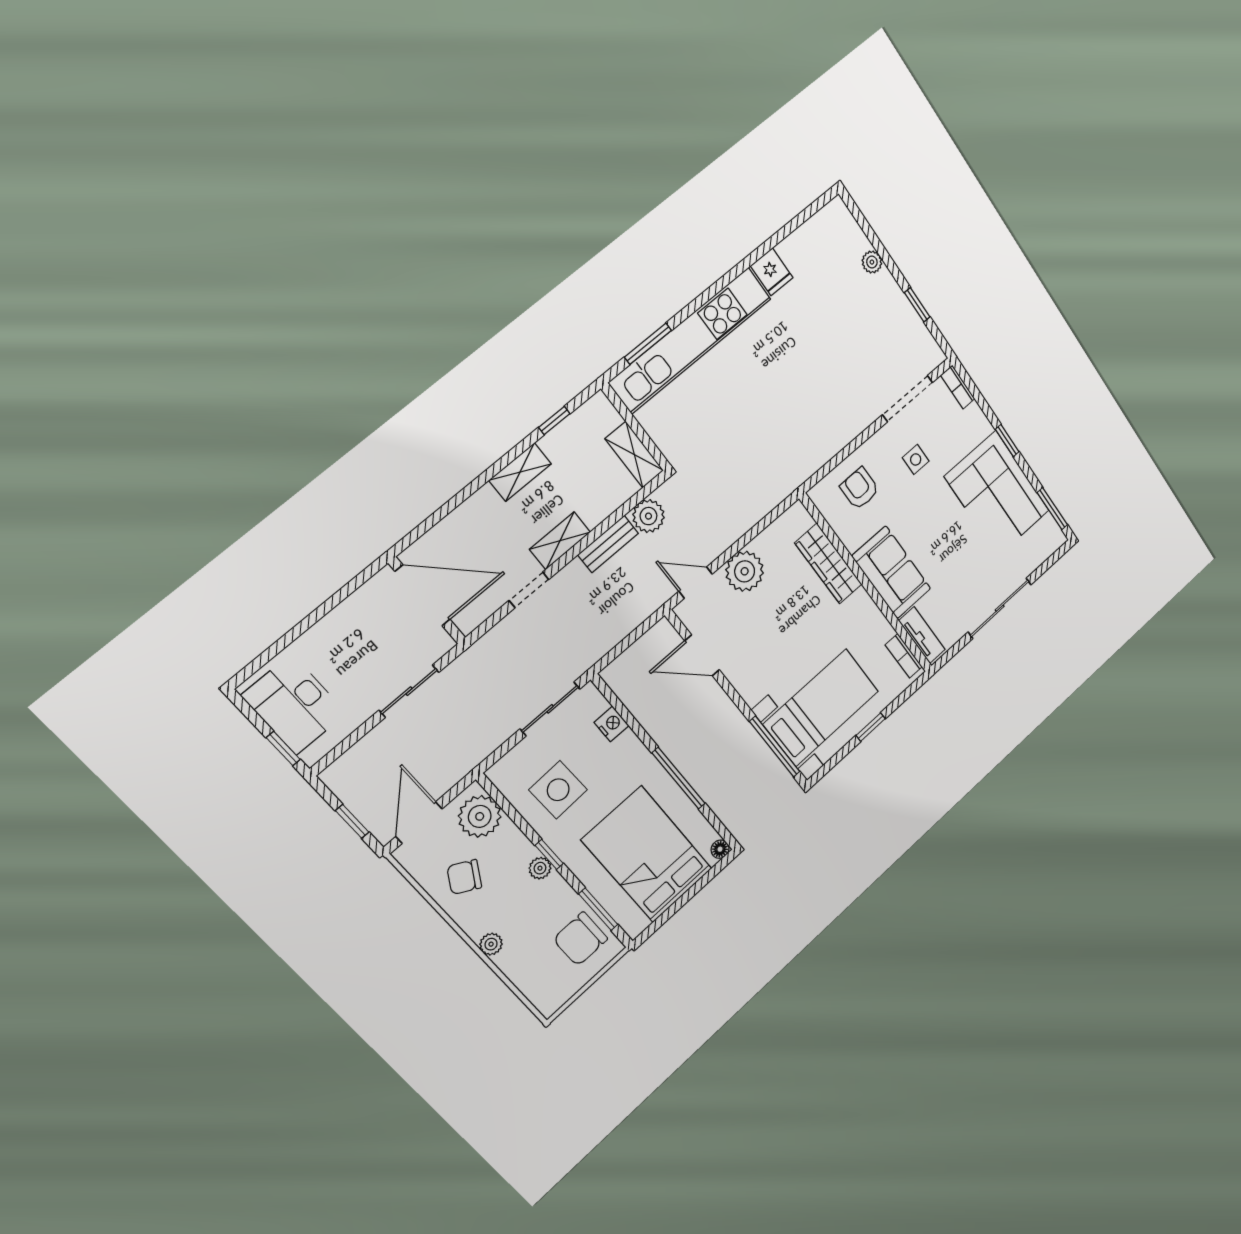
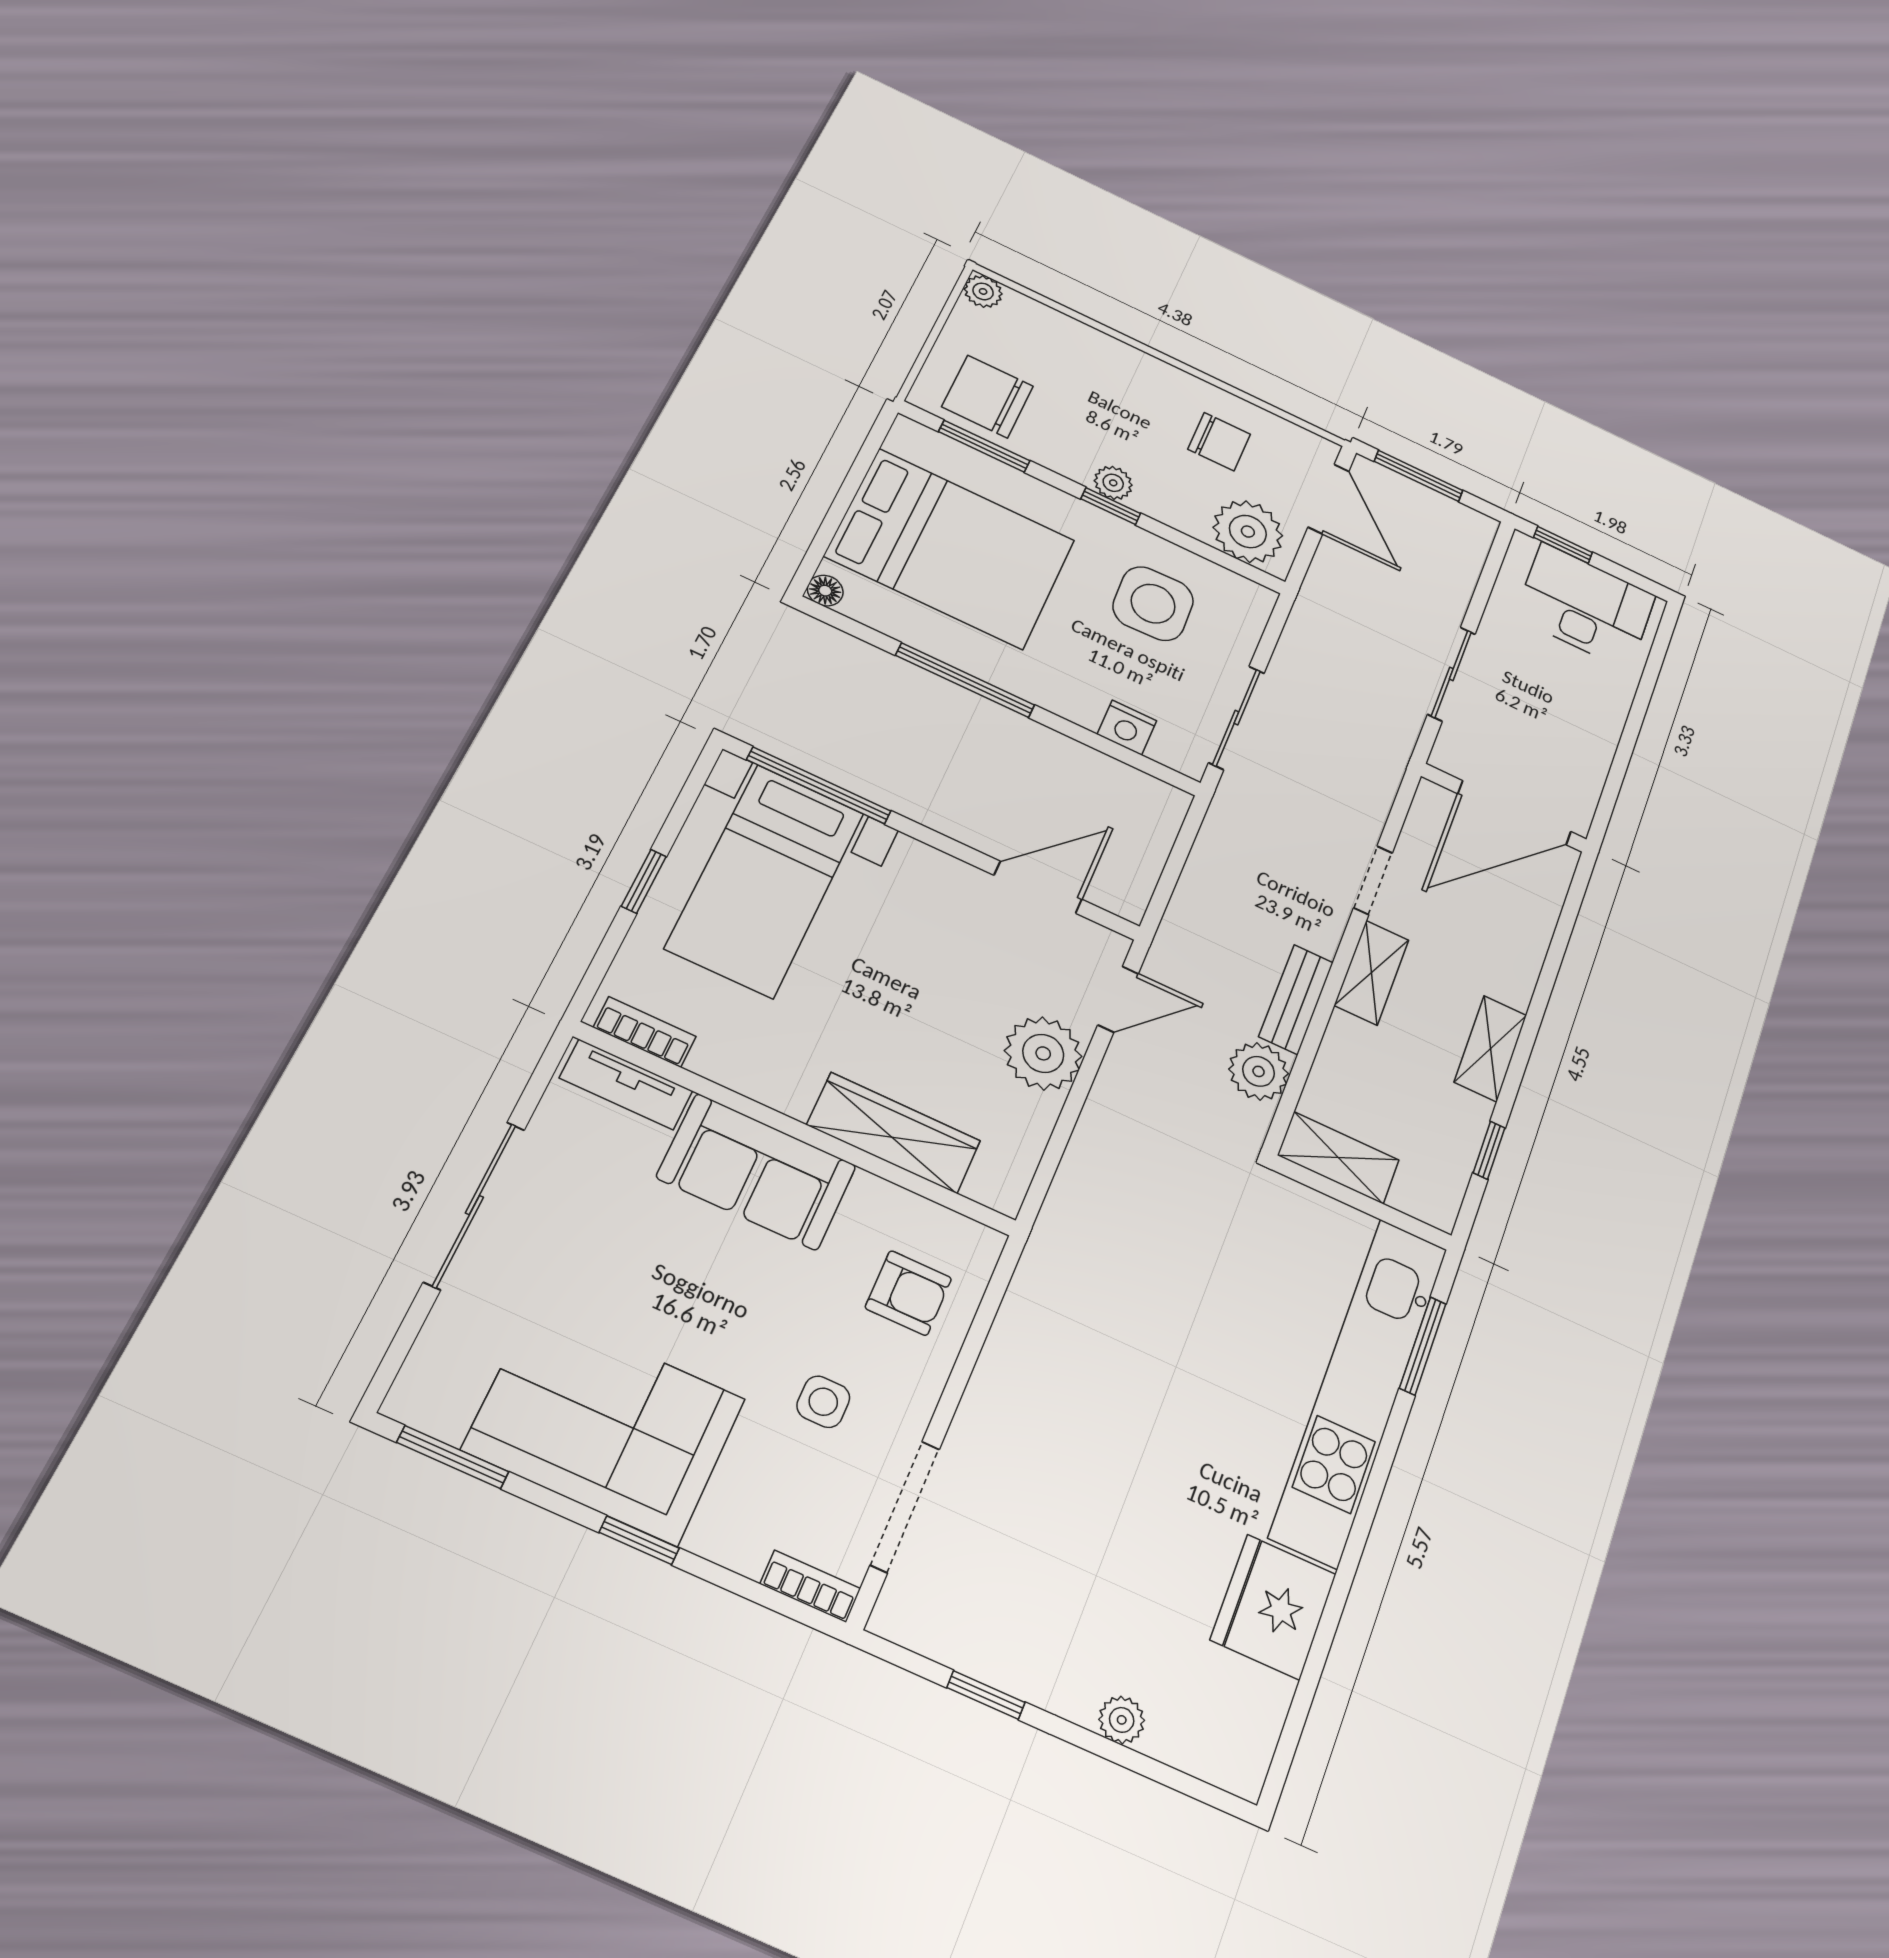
fridge: (772, 272) -> (1274, 1607), width x1.88, depth x1.34
window: (352, 821) -> (1418, 476), width x1.50
chair: (464, 877) -> (1219, 442), turned 60
chair: (580, 939) -> (988, 396), turned -90
plant: (491, 944) -> (983, 291), moved

